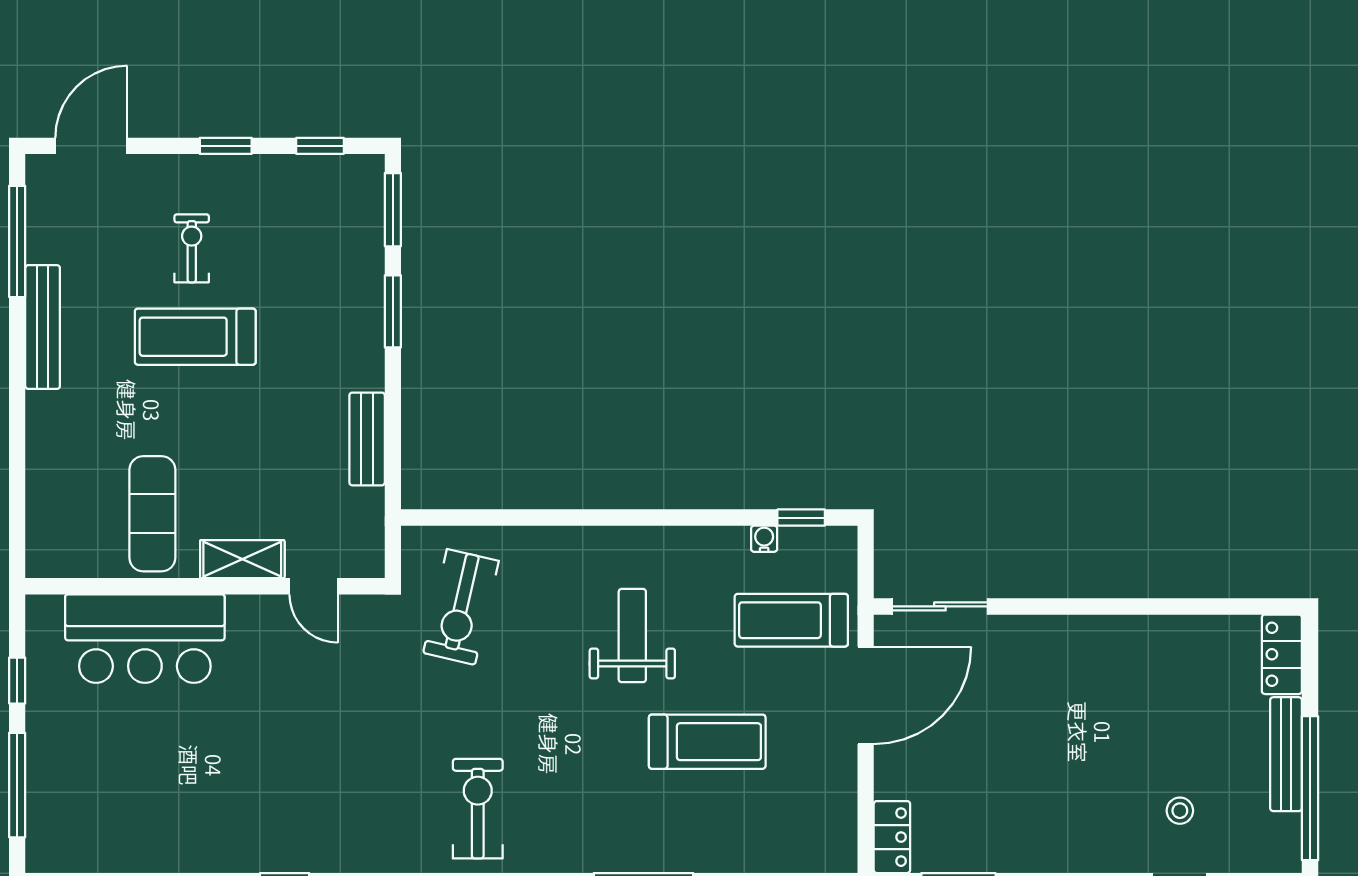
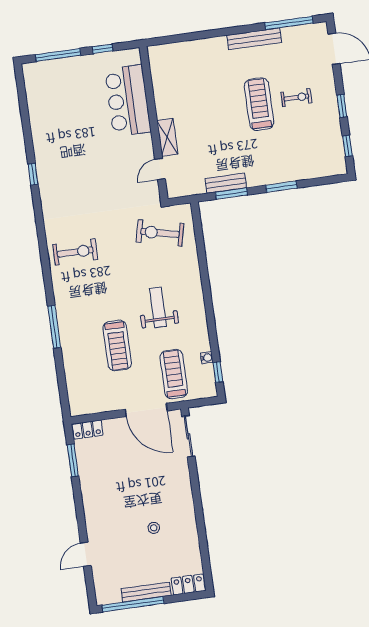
window: (393, 210) -> (232, 194), moved
exercise mat: (152, 514) -> (181, 96), removed
weight bench: (632, 636) -> (158, 307), turned -90
stool: (1180, 811) -> (154, 528), moved

